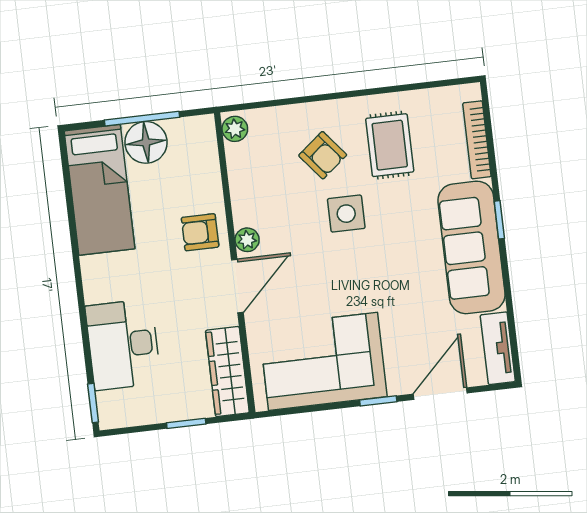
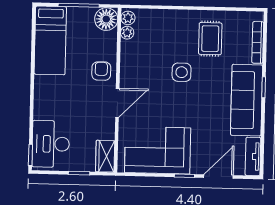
floor lamp: (146, 142) -> (106, 19), moved
armchair: (323, 155) -> (173, 39), removed
armchair: (200, 232) -> (101, 71), turned 90
plant: (247, 240) -> (127, 33), moved
desk: (123, 345) -> (51, 144), moved
wardrobe: (227, 372) -> (105, 156), width x0.67

